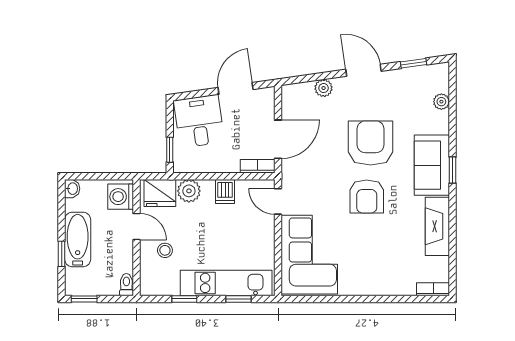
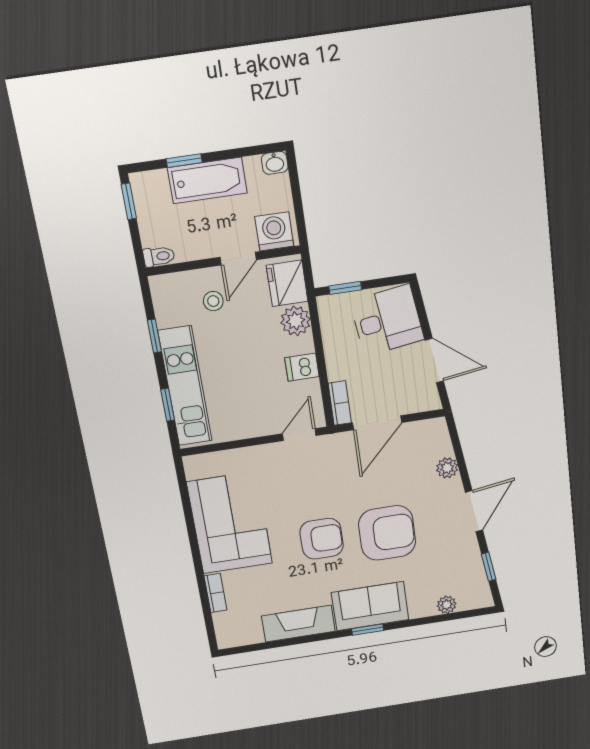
door: (278, 139) -> (377, 423), hinge flipped
armchair: (367, 197) -> (322, 539), turned 180
corner sofa: (309, 255) -> (230, 523), moved, turned -90
bookcase: (433, 289) -> (215, 593), moved

